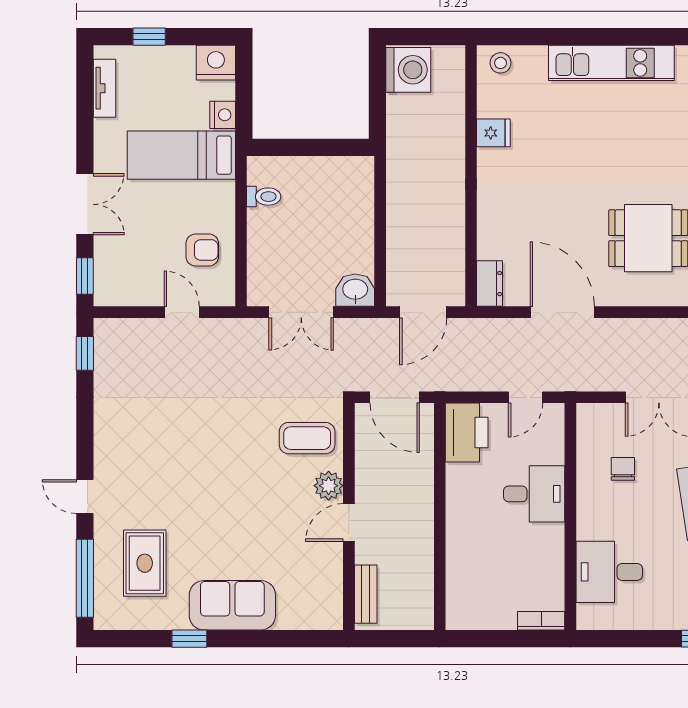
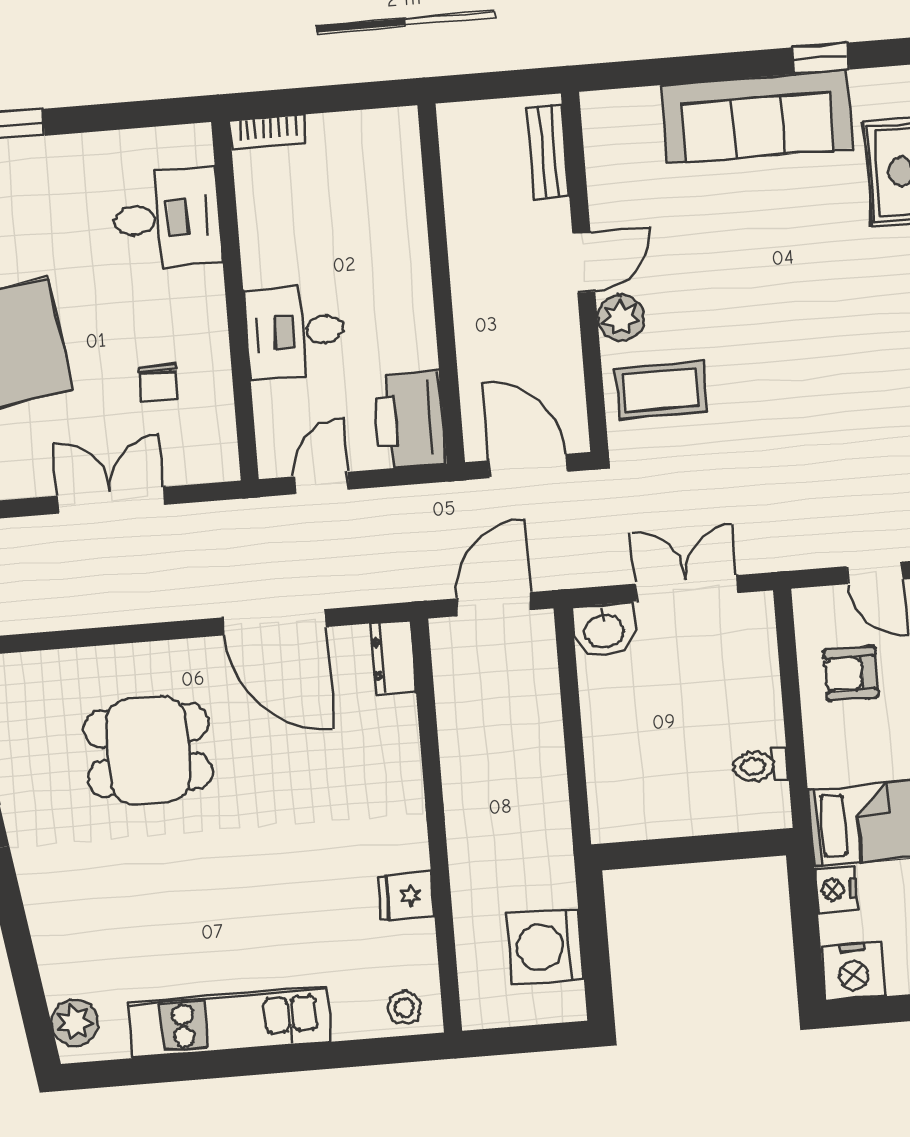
washing machine: (408, 70) -> (546, 947), moved
sofa: (232, 605) -> (757, 117), width x1.36

